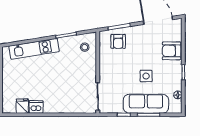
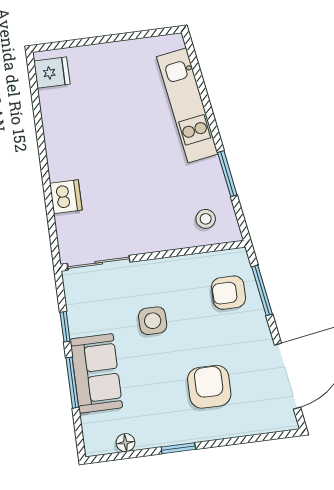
armchair: (171, 51) -> (209, 387), moved
side table: (146, 76) -> (153, 321), moved
sofa: (146, 104) -> (96, 373), width x0.73
fridge: (22, 106) -> (52, 73), moved
dishwasher: (36, 107) -> (66, 197), moved

